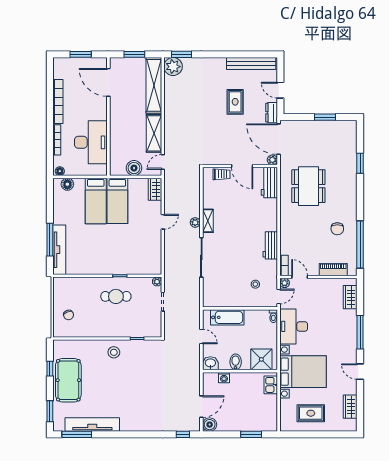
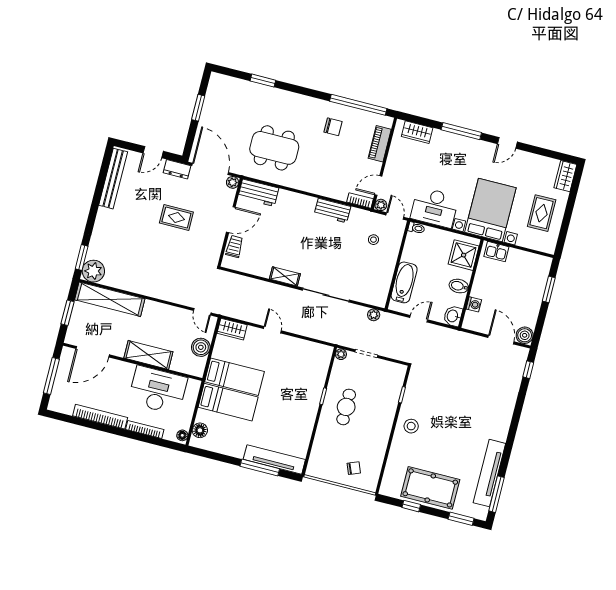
window: (81, 54) -> (51, 376), width x1.44
rug: (235, 102) -> (176, 218), moved
shelving: (154, 133) -> (148, 355), moved
door: (279, 139) -> (210, 169), swing flipped
plant: (195, 222) -> (374, 315), moved
wardrobe: (350, 407) -> (565, 176), moved, turned 90

